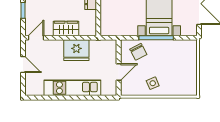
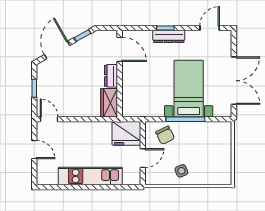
wardrobe: (66, 28) -> (109, 103), moved, turned -90
door: (36, 38) -> (49, 119), hinge flipped
fridge: (76, 50) -> (126, 133), moved

